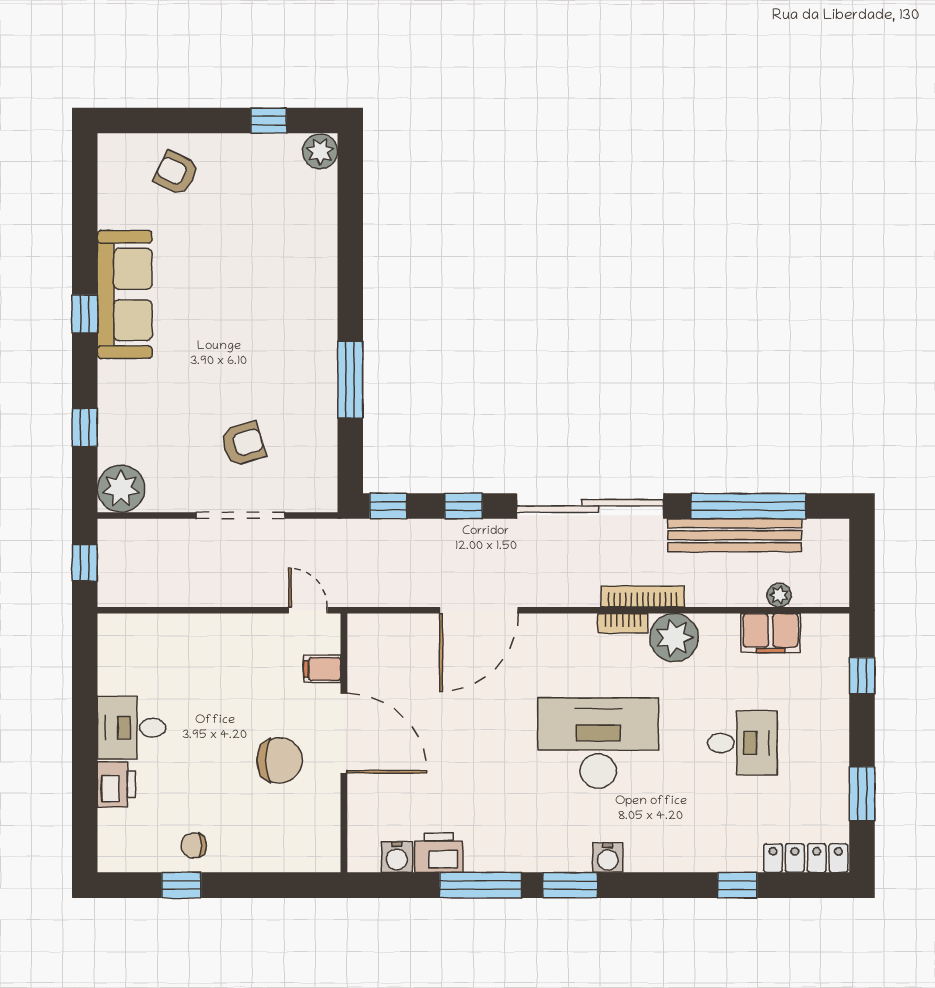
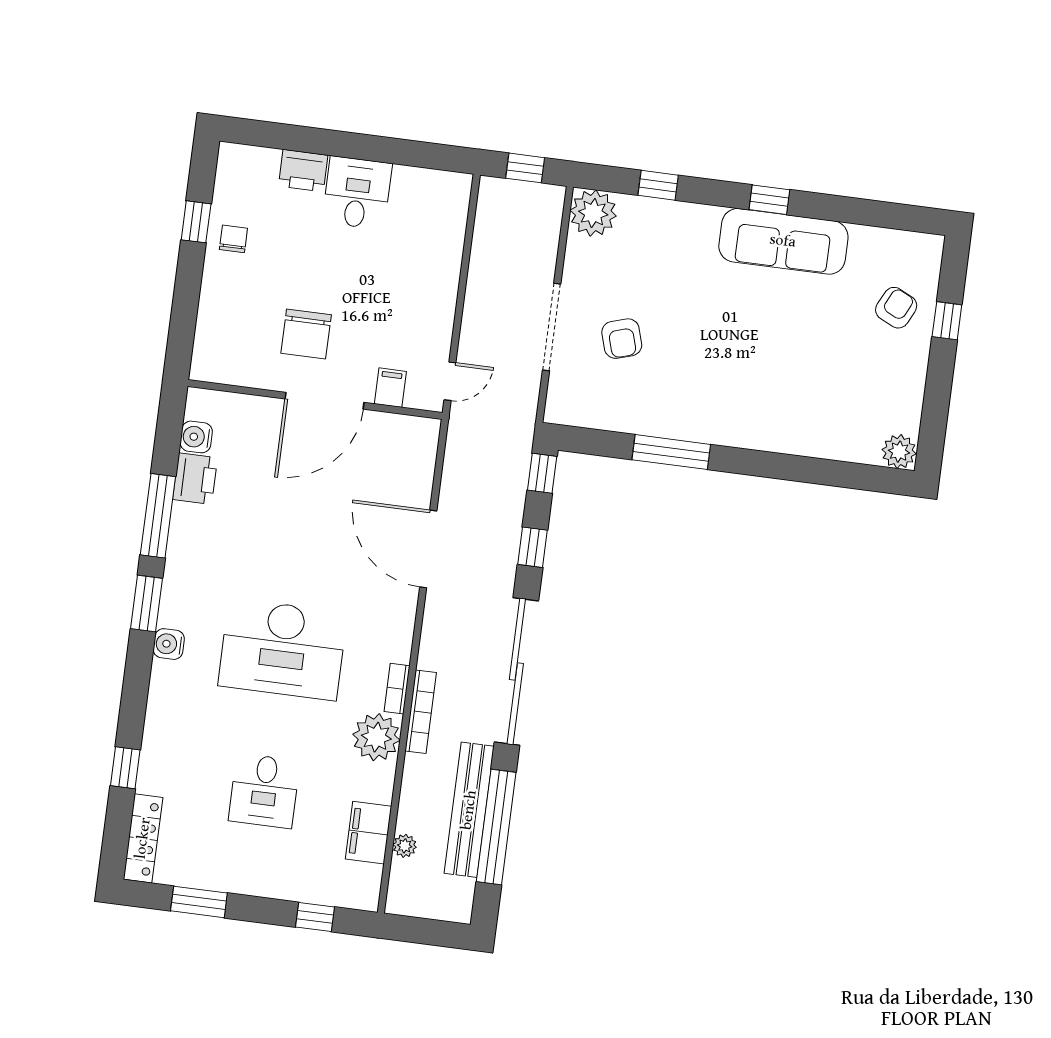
window: (269, 120) -> (947, 321), moved
desk: (598, 743) -> (283, 649), turned 90

